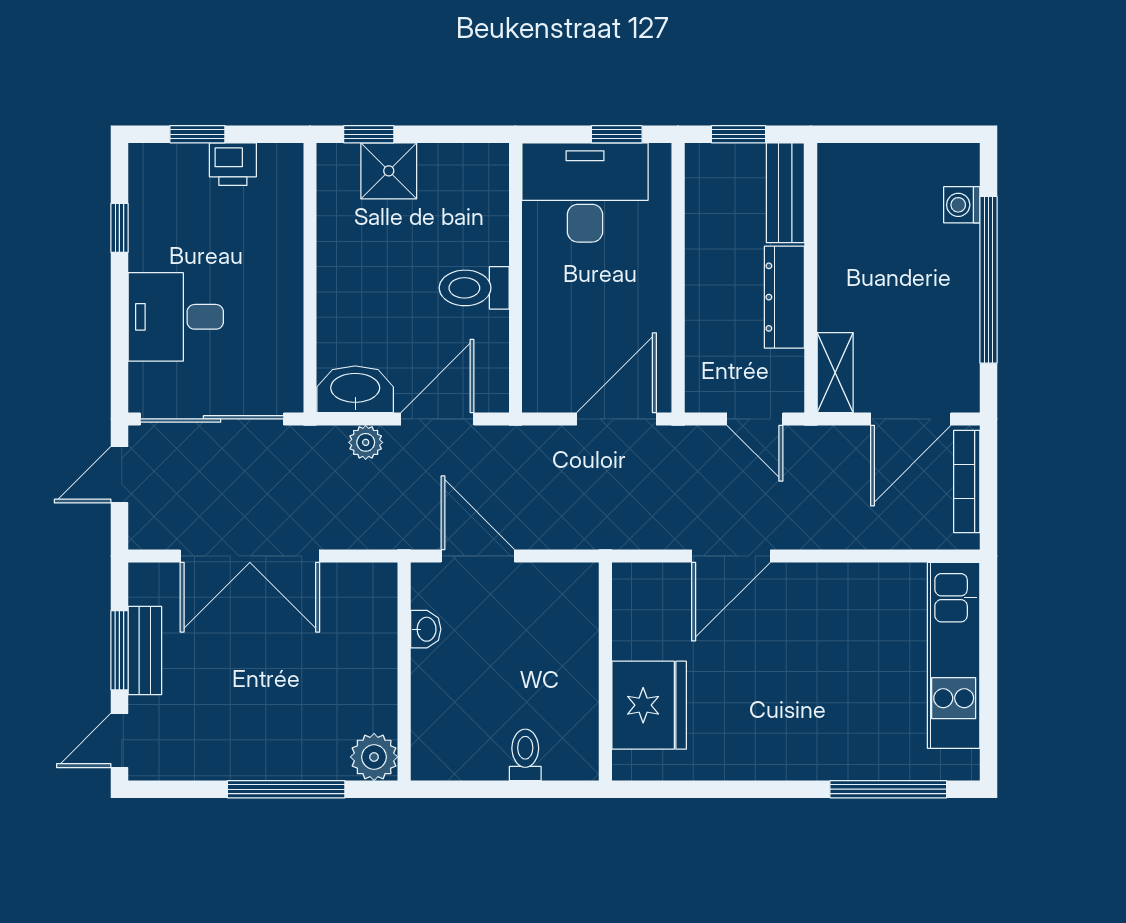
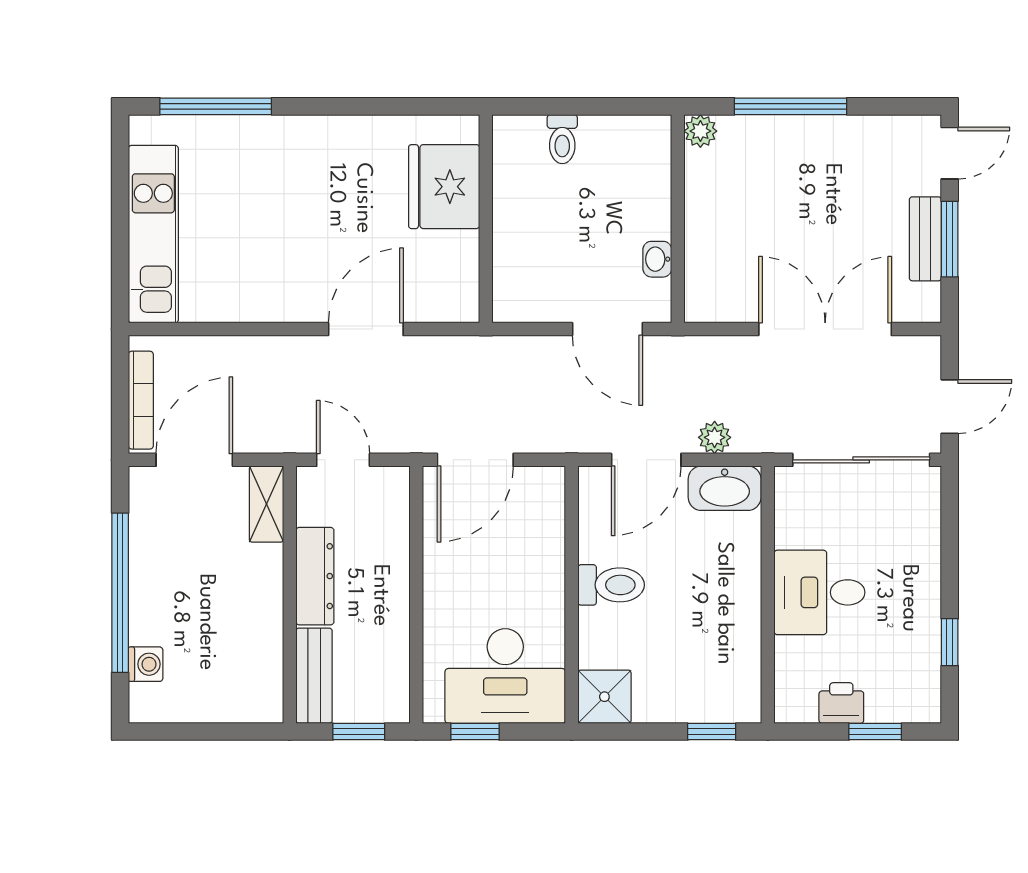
shower: (389, 171) -> (604, 697), moved
desk: (176, 317) -> (819, 592), moved, turned 180
plant: (374, 757) -> (700, 131), width x0.73, depth x0.73

